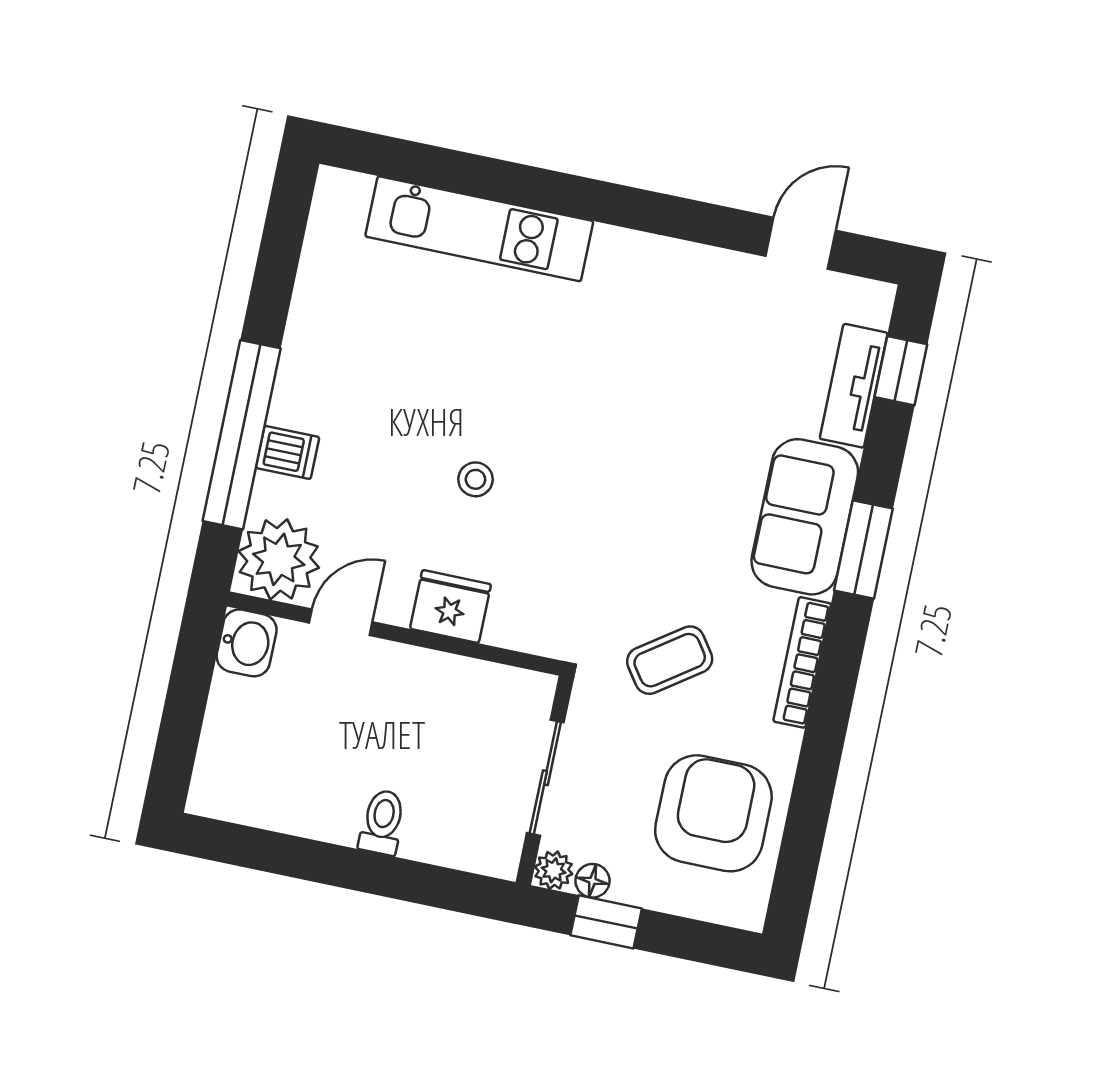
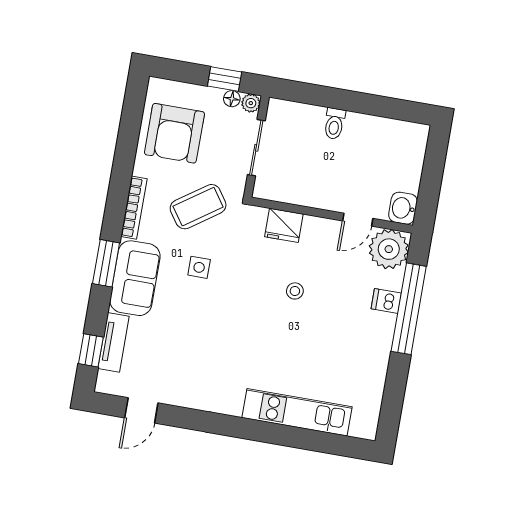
side table: (672, 535) -> (199, 267), added
fridge: (451, 606) -> (284, 225), moved
coffee table: (670, 660) -> (198, 207), width x1.36, depth x1.30

